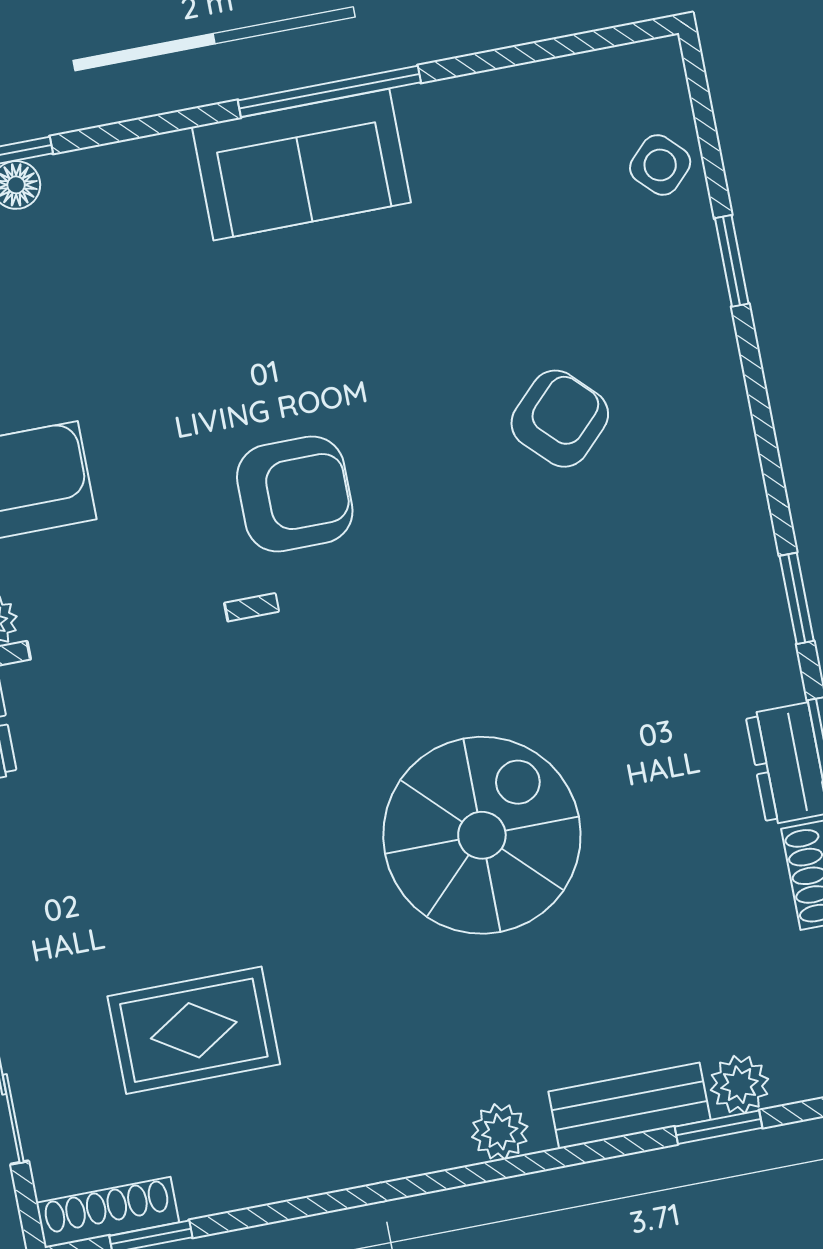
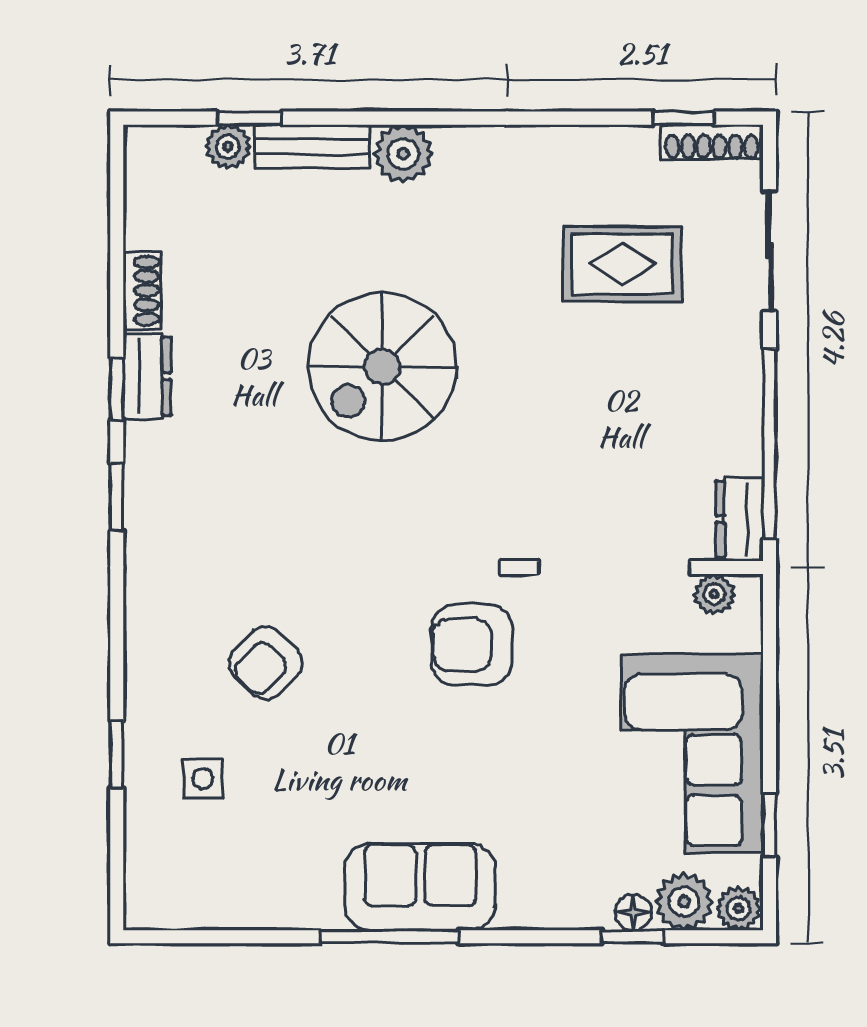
side table: (660, 165) -> (203, 779), moved, turned 45
plant: (500, 1132) -> (403, 154), width x1.38, depth x1.38

